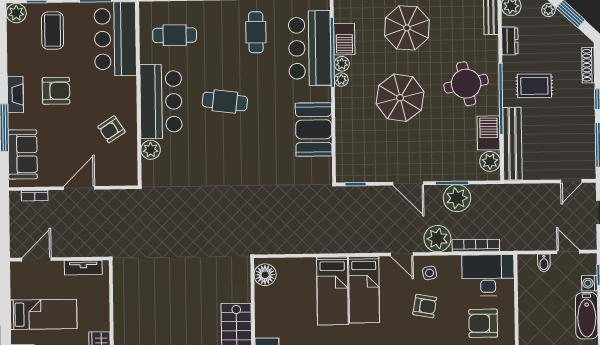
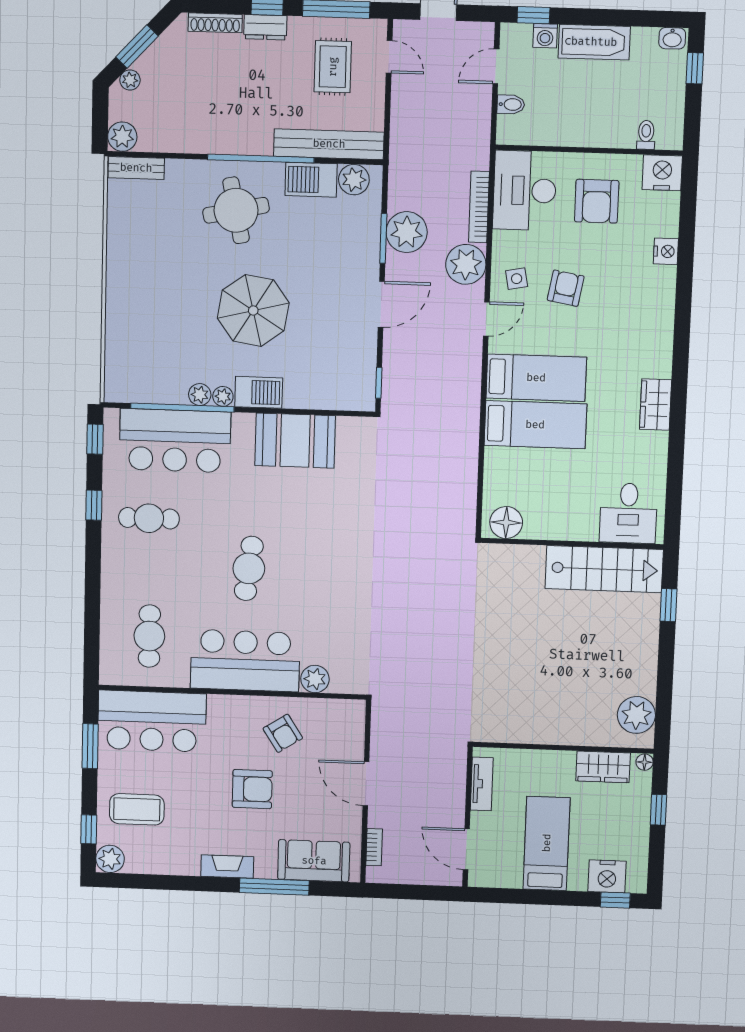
parasol: (407, 28) -> (150, 295), removed
barbecue: (344, 39) -> (259, 392), moved
dresser: (510, 41) -> (265, 27), moved, turned 180
rug: (534, 86) -> (333, 67), moved
armchair: (56, 91) -> (252, 789), moved, turned 90

